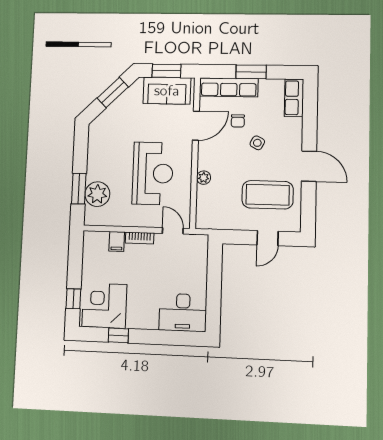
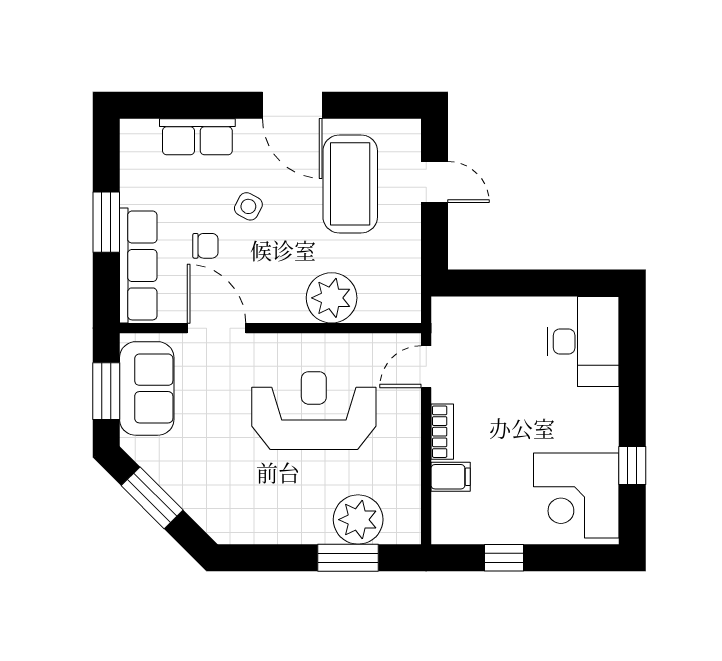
row of seats: (294, 98) -> (197, 137), moved
door: (309, 166) -> (292, 105), swing flipped
plant: (204, 178) -> (332, 298), width x1.88, depth x1.88
window: (73, 299) -> (504, 558), moved

